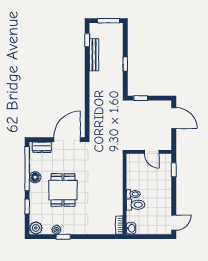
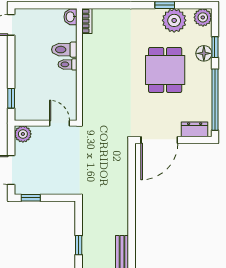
window: (141, 98) -> (31, 198), moved
plant: (165, 144) -> (23, 134), added
door: (152, 152) -> (60, 123), moved
floor lamp: (35, 177) -> (204, 53), moved
plant: (56, 230) -> (174, 20), width x1.88, depth x1.88

